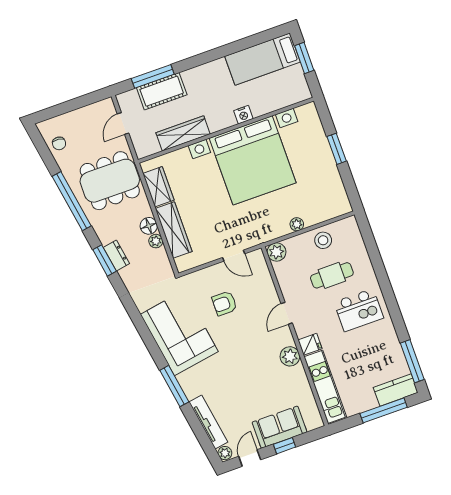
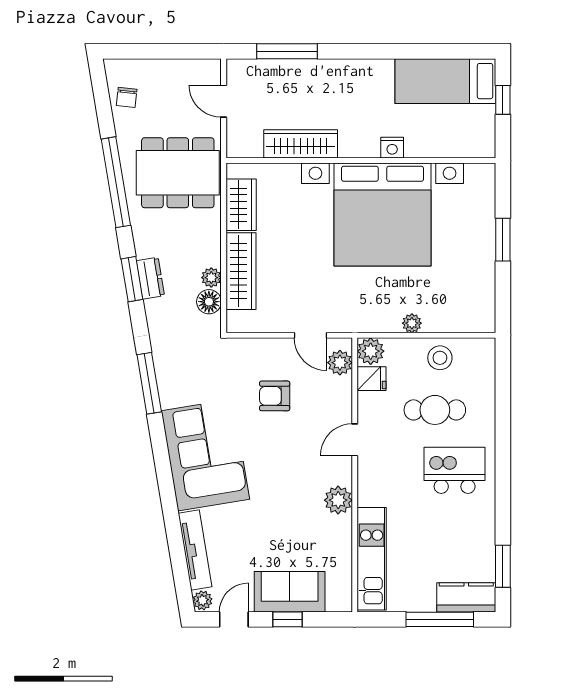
window: (304, 58) -> (503, 100), width x0.67
cot: (162, 91) -> (292, 76), removed
door: (123, 124) -> (224, 101), hinge flipped
floor lamp: (149, 226) -> (209, 302), moved
plant: (259, 267) -> (340, 363), added
kitchen island: (359, 310) -> (455, 470), turned 180
corner sofa: (179, 333) -> (205, 455), moved
fridge: (310, 344) -> (372, 379), moved
window: (412, 361) -> (503, 566), width x0.69
window: (174, 386) -> (149, 383), moved

